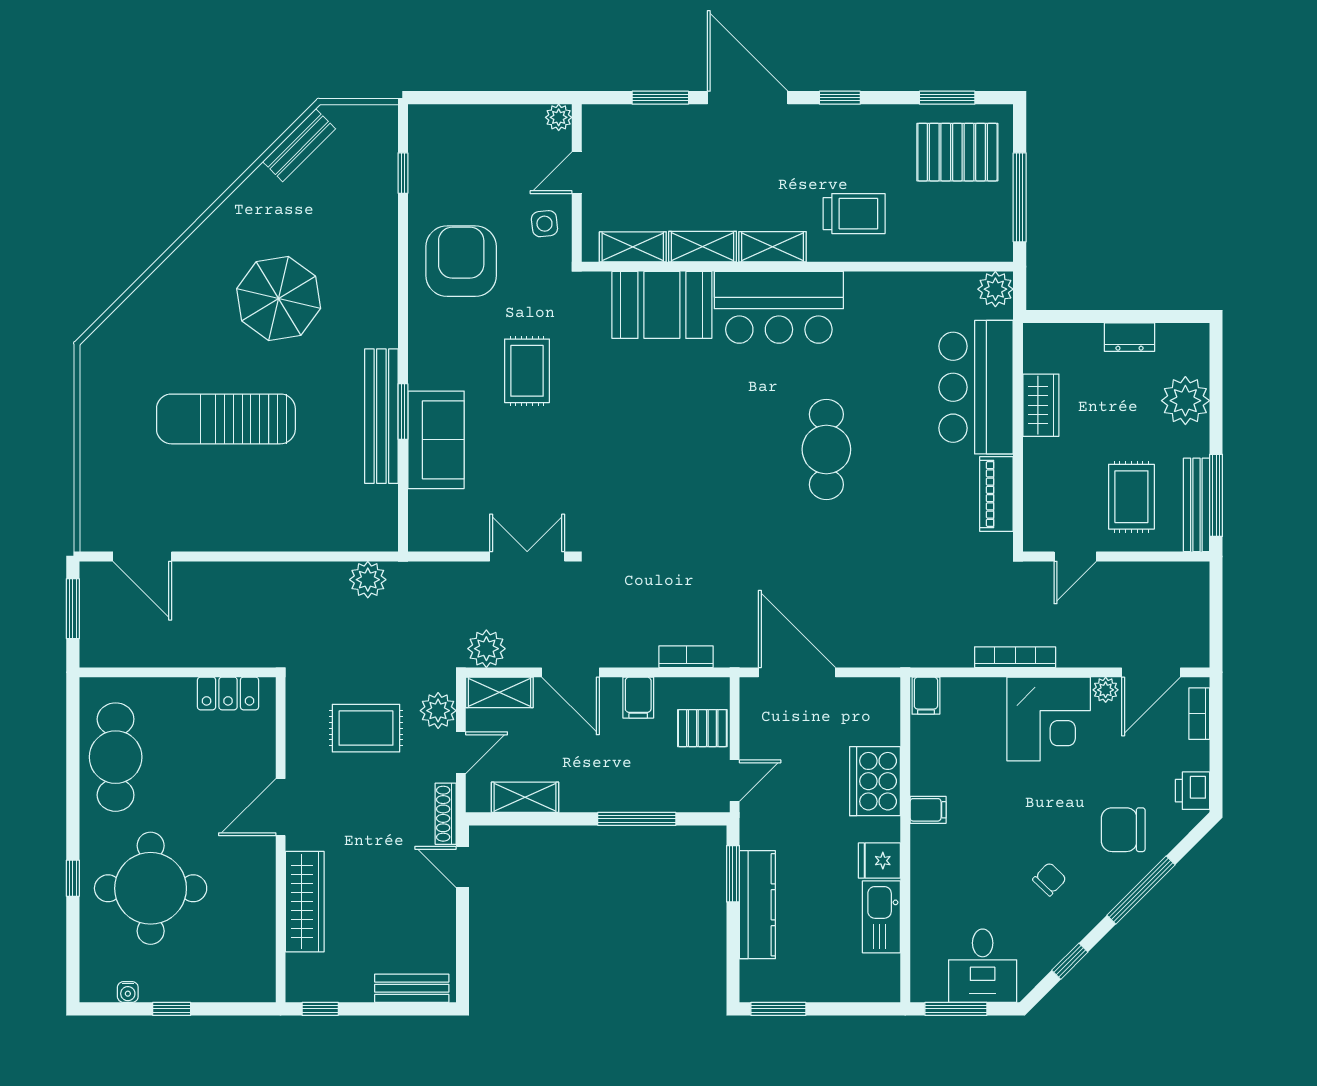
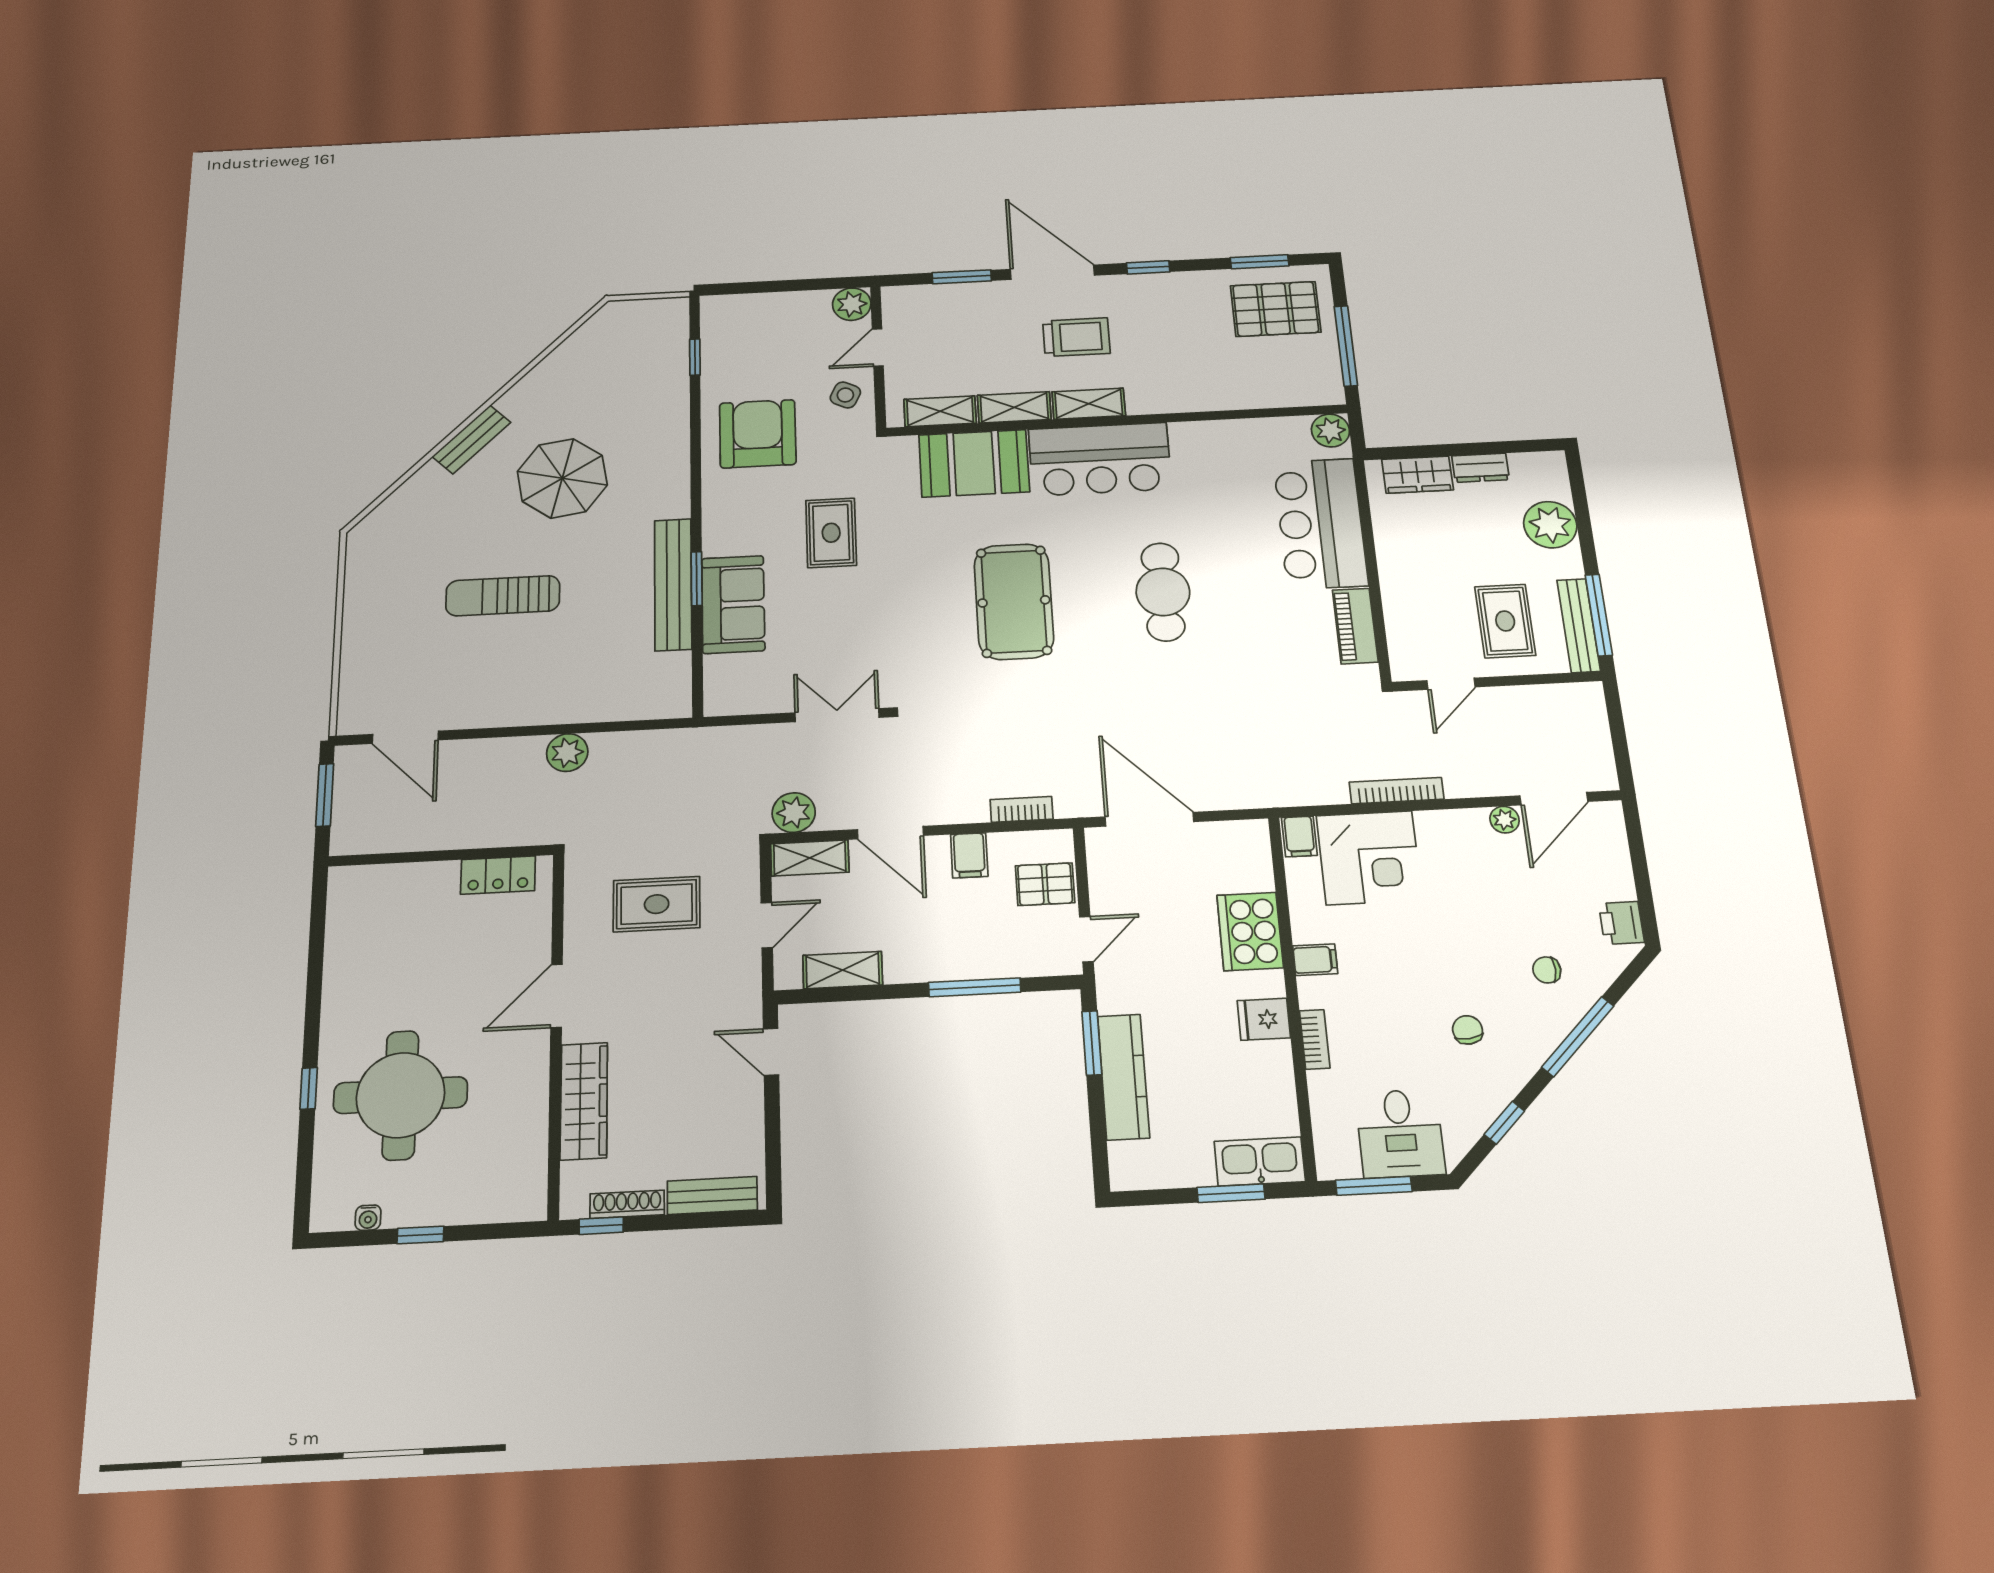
plant: (559, 117) -> (852, 304), width x1.38, depth x1.38
bench: (299, 145) -> (472, 439), moved
trolley: (854, 214) -> (1076, 337), moved
side table: (544, 224) -> (845, 395), turned 32
wardrobe: (1041, 405) -> (1417, 475), moved, turned 90
sun lounger: (226, 419) -> (503, 596), width x0.73, depth x0.75
pool table: (691, 451) -> (1014, 601), added
plant: (368, 580) -> (567, 753), moved
plant: (438, 711) -> (740, 881), removed
bookcase: (1199, 714) -> (1315, 1039), moved, turned 180
corner desk: (1049, 719) -> (1369, 858), moved
cafe table: (116, 757) -> (366, 950), removed
shoe rack: (446, 814) -> (627, 1204), moved, turned 90
chair: (1123, 830) -> (1547, 970), width x0.54, depth x0.54
chair: (1050, 879) -> (1468, 1030), turned -51
kitchen sink: (881, 917) -> (1260, 1161), moved, turned 90
window: (778, 1009) -> (1231, 1193), moved

